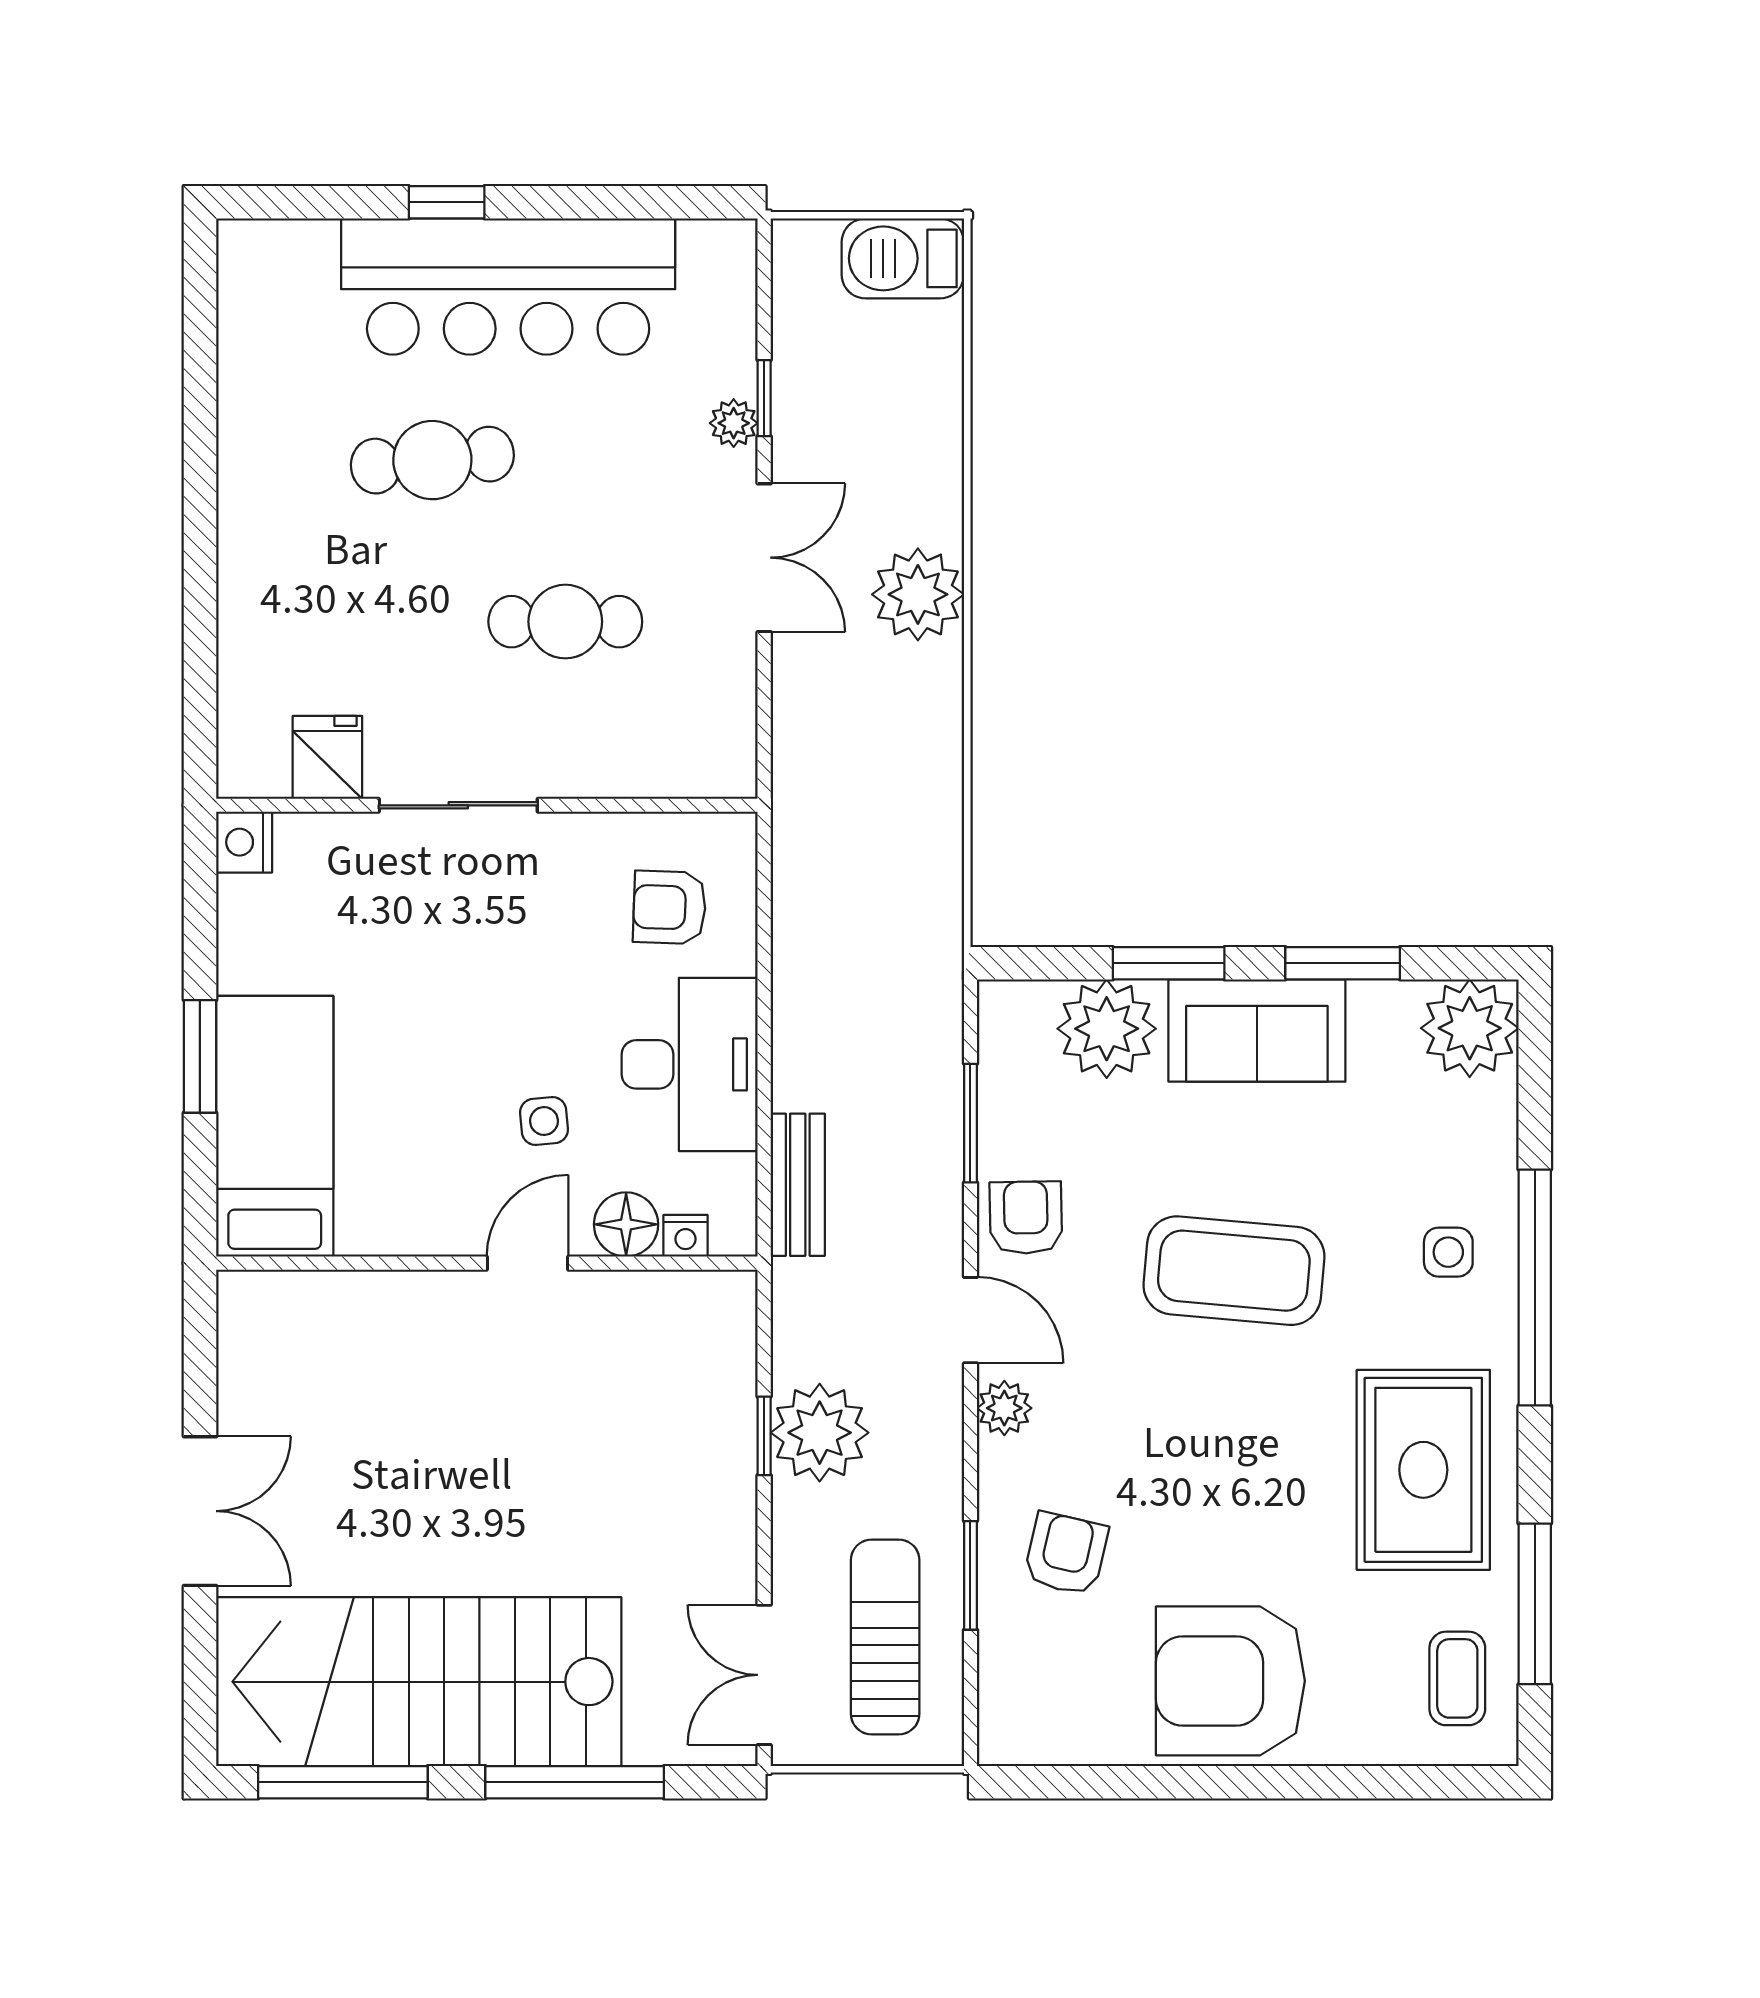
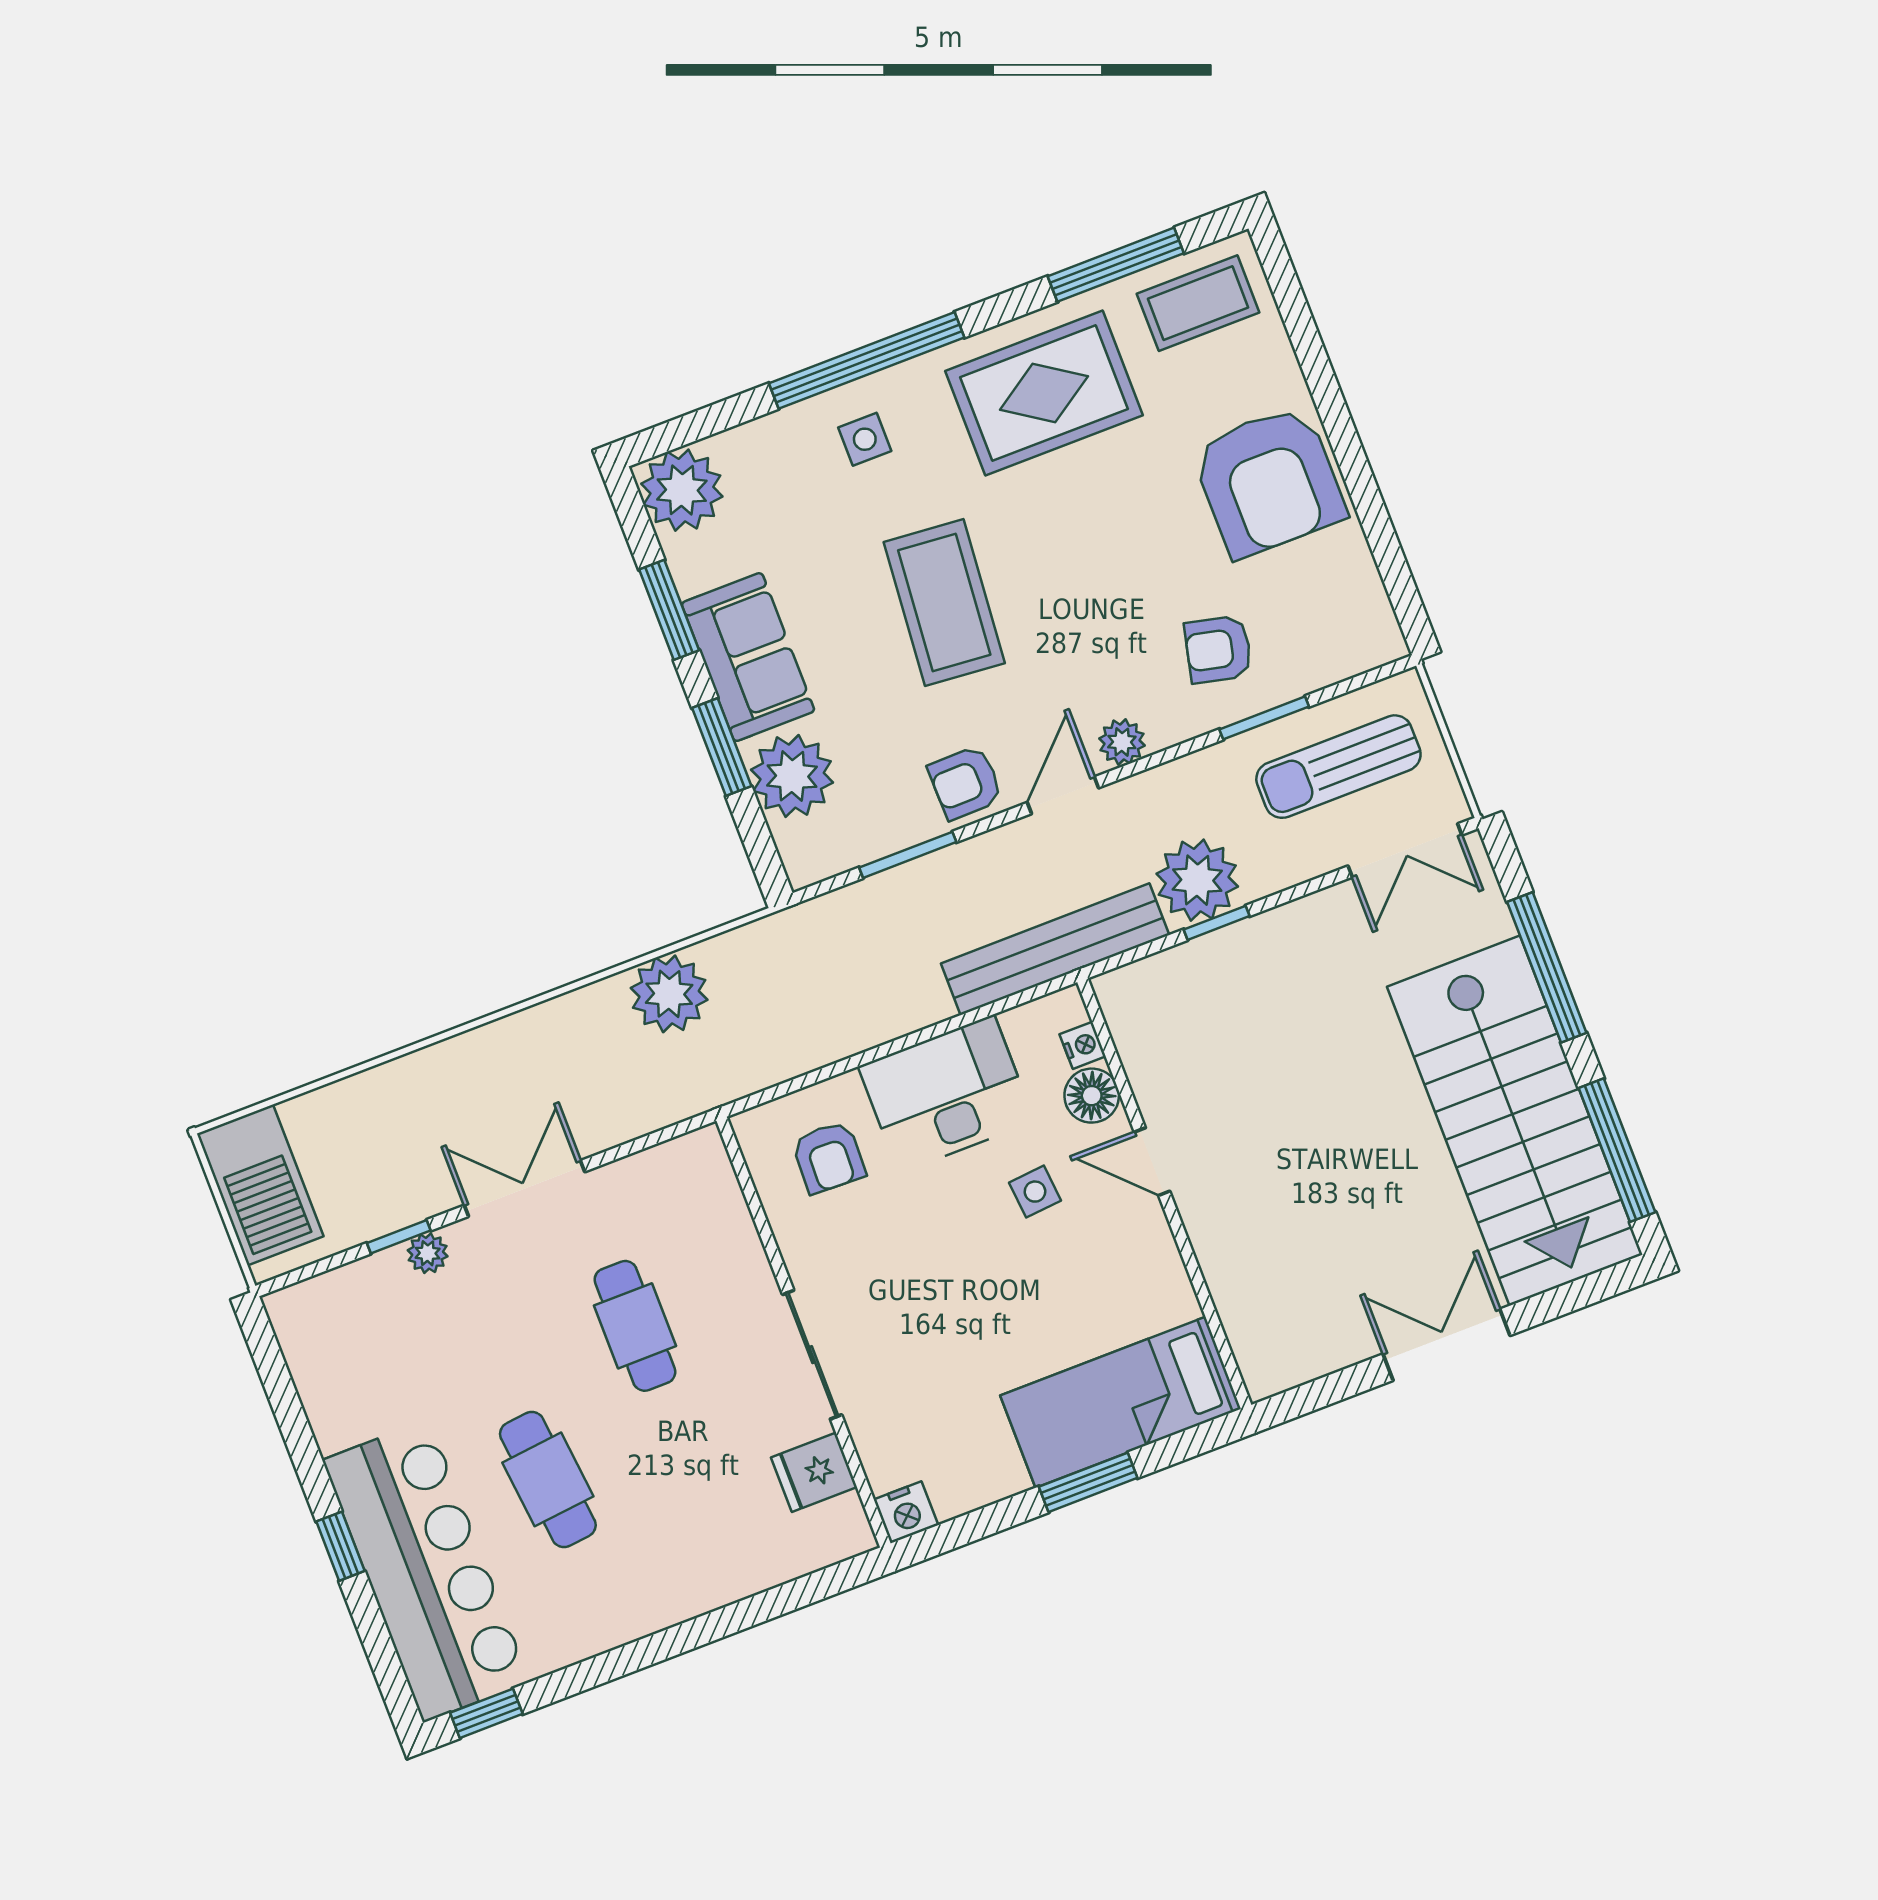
barbecue: (903, 258) -> (260, 1185), width x1.37, depth x1.21
bar counter: (508, 287) -> (426, 1571), moved
window: (200, 293) -> (486, 1713), added
plant: (918, 594) -> (669, 994), moved
bench: (798, 1185) -> (1055, 949), width x1.86, depth x1.21
coffee table: (1457, 1678) -> (1198, 303), width x1.36, depth x1.30

